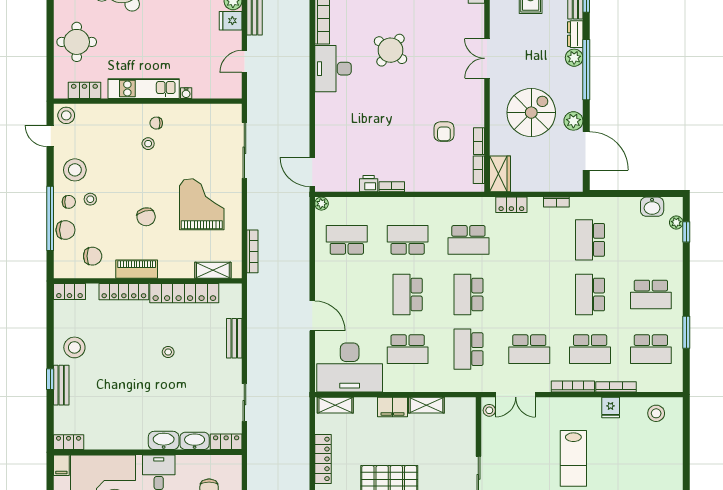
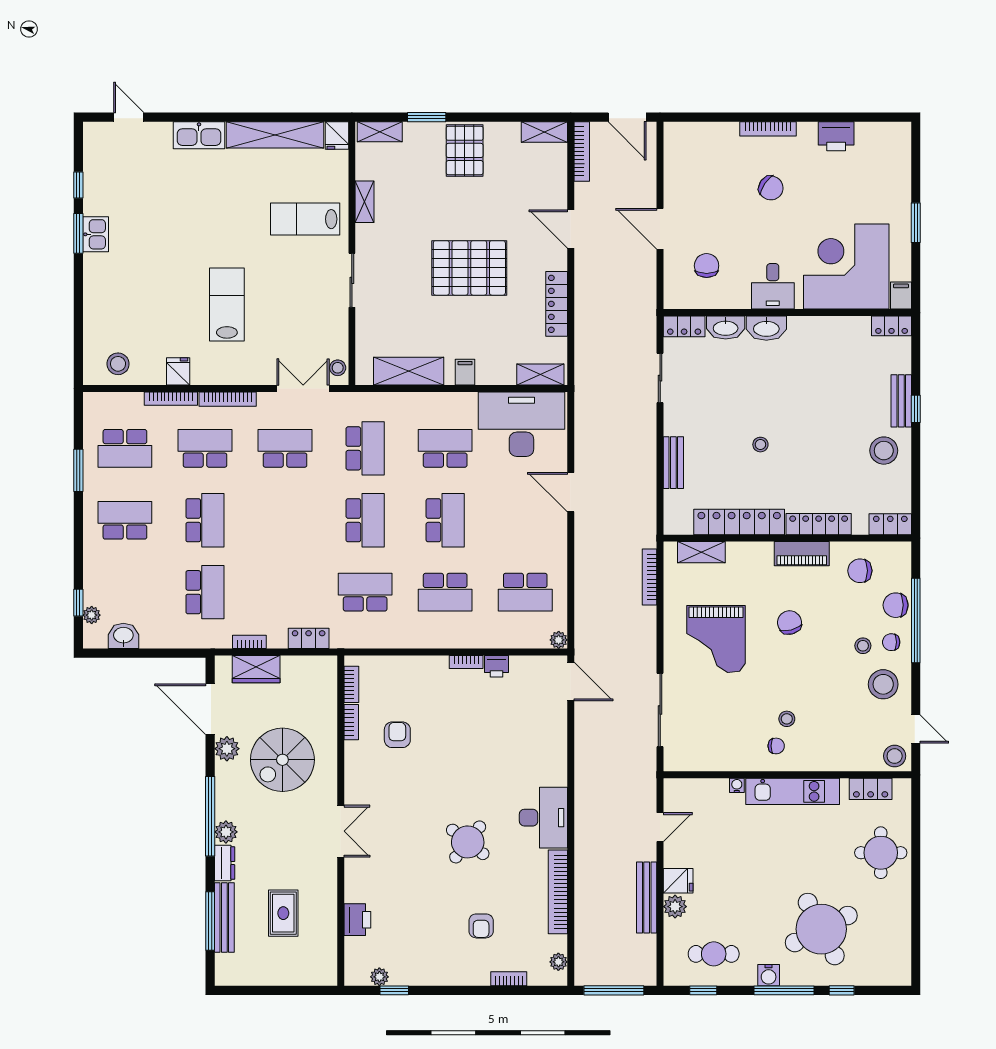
wardrobe: (500, 174) -> (256, 669), moved, turned -90
school desk: (651, 349) -> (125, 448), turned 180
shelving: (426, 405) -> (409, 371), width x1.50, depth x1.33
filing cabinet: (393, 407) -> (465, 372), width x0.50

